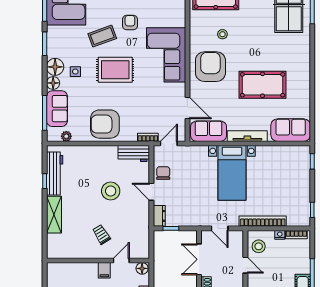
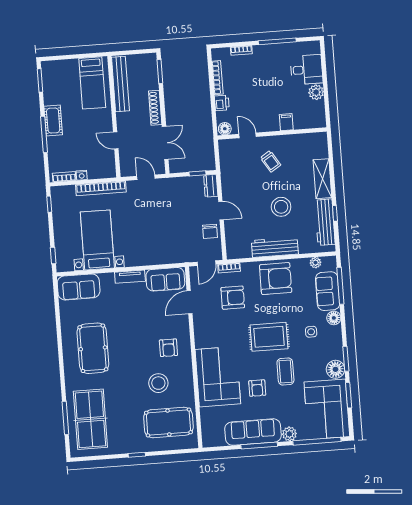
stool: (222, 34) -> (158, 383), width x1.89, depth x1.89
coffee table: (102, 36) -> (285, 372), turned -70
corner sofa: (166, 55) -> (218, 377), moved
floor lamp: (55, 67) -> (335, 369), moved
armchair: (210, 67) -> (168, 348), width x0.53, depth x0.53
pool table: (263, 85) -> (93, 348), moved, turned 90
door: (187, 108) -> (190, 302), hinge flipped
armchair: (147, 109) -> (233, 298), added
tv unit: (247, 136) -> (130, 277), width x0.71
workbench: (134, 153) -> (275, 247), moved, width x1.38
bed with nightstands: (232, 173) -> (97, 240), moved
stool: (111, 191) -> (281, 207), moved
stool: (259, 246) -> (103, 161), removed
door: (121, 261) -> (248, 135), swing flipped
filing cabinet: (104, 270) -> (286, 122), moved

